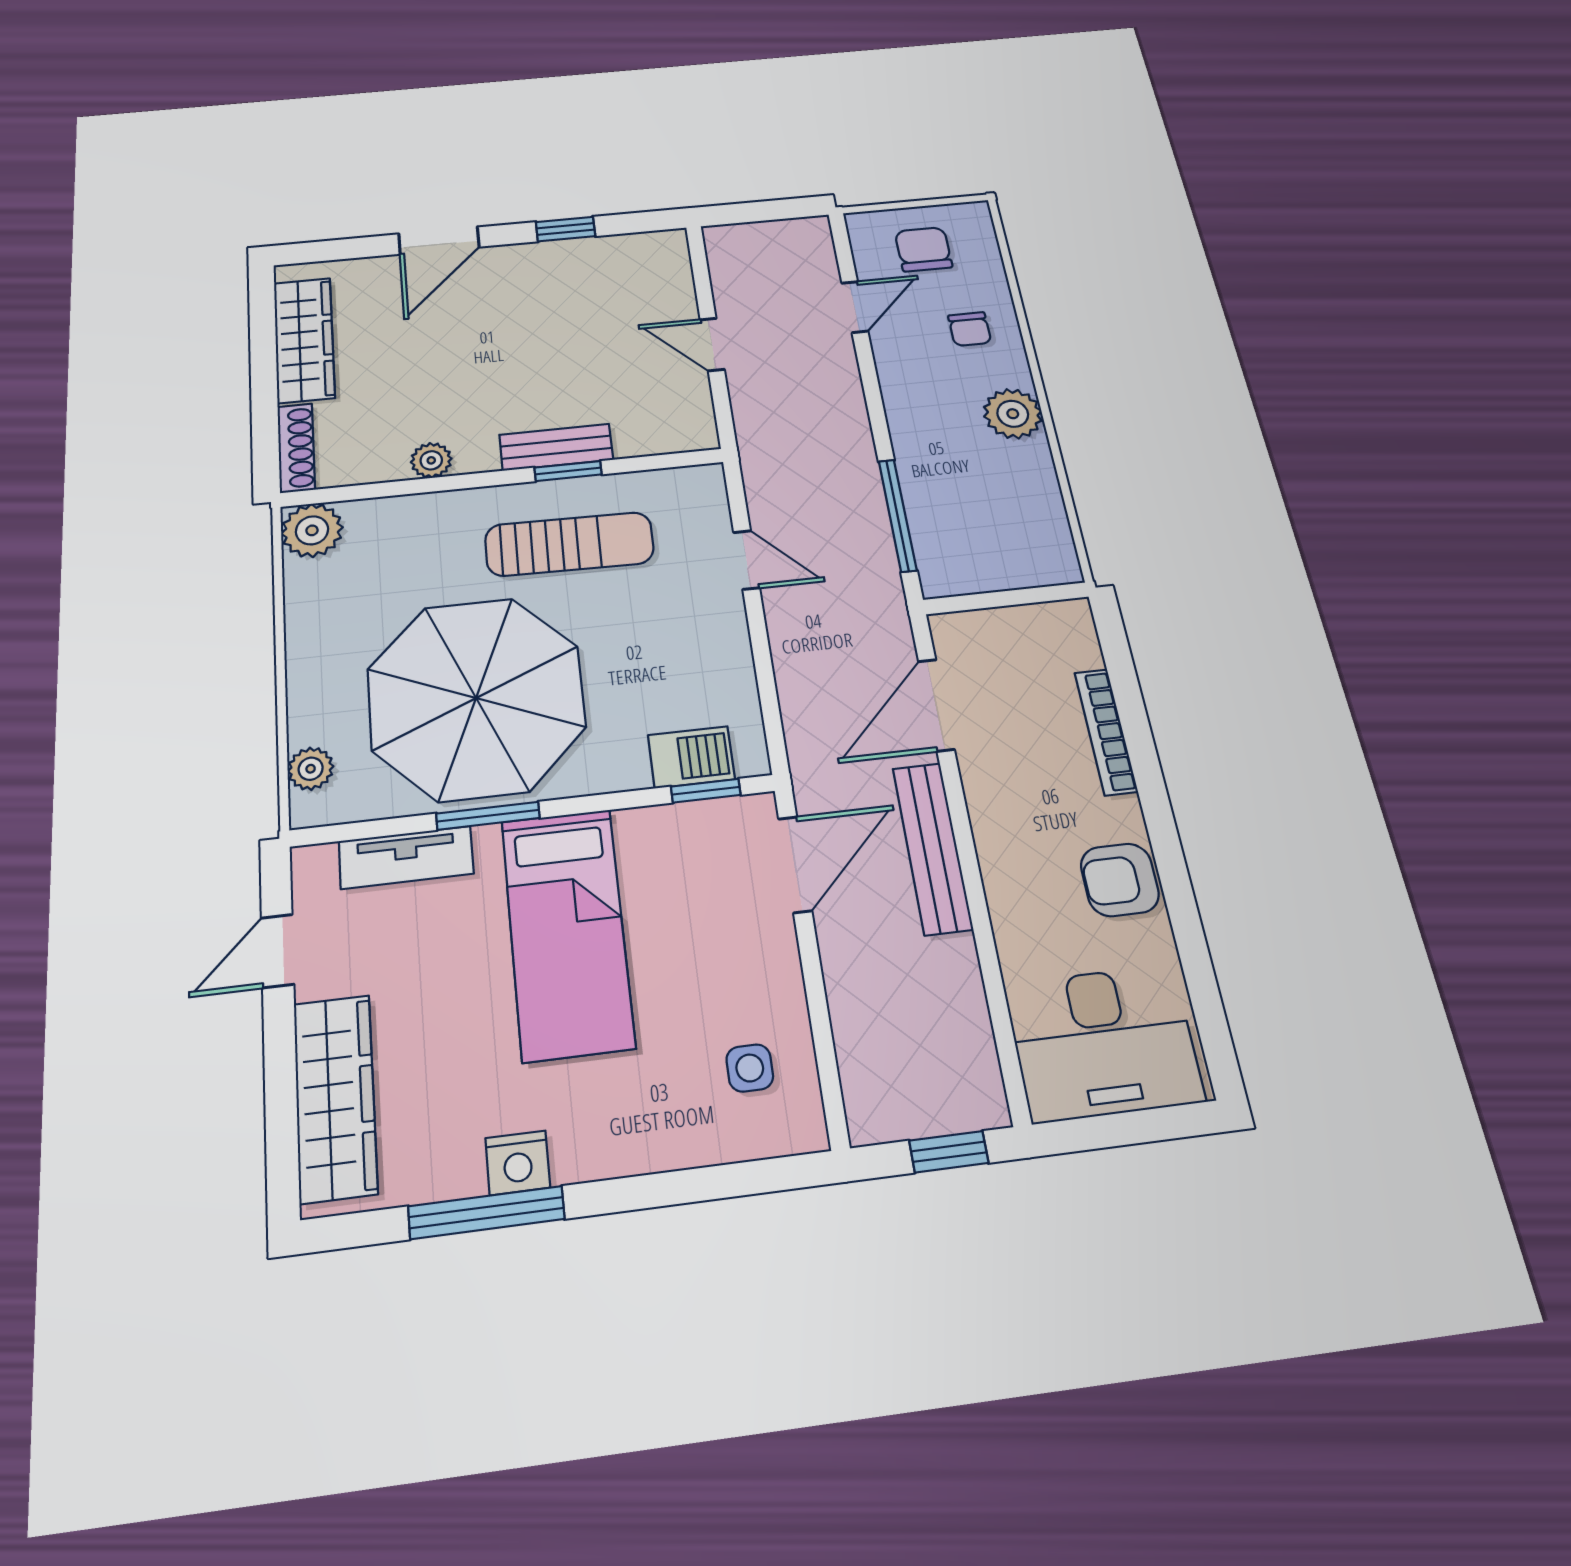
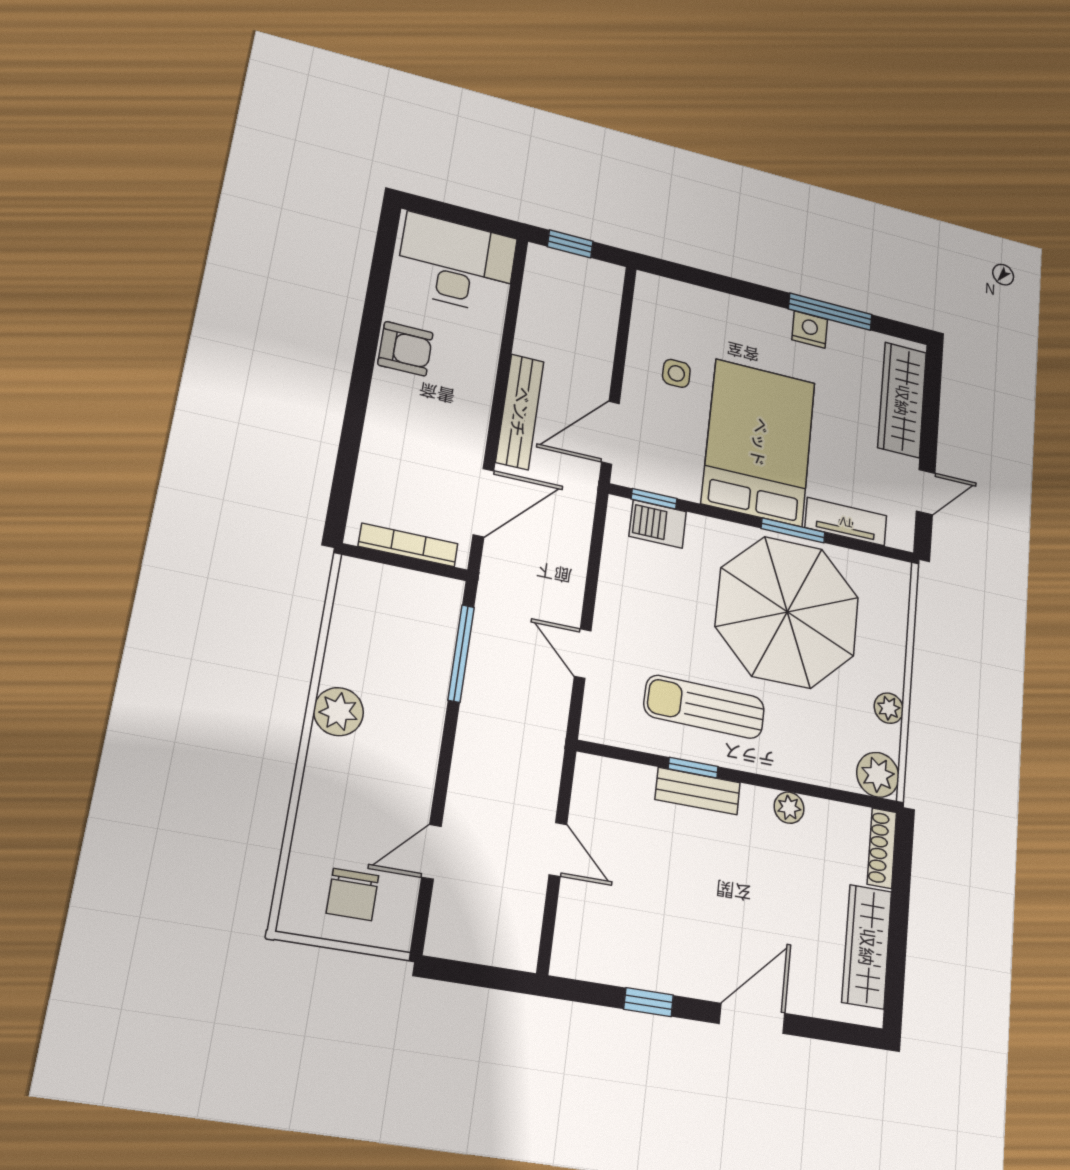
chair: (970, 329) -> (343, 802), removed
bookcase: (1106, 732) -> (408, 545), moved, turned -90
plant: (311, 769) -> (889, 708), moved
bed: (567, 932) -> (759, 442), width x1.50
side table: (750, 1068) -> (676, 373), moved

